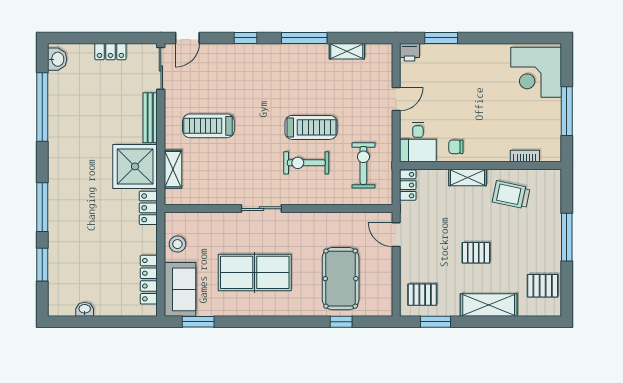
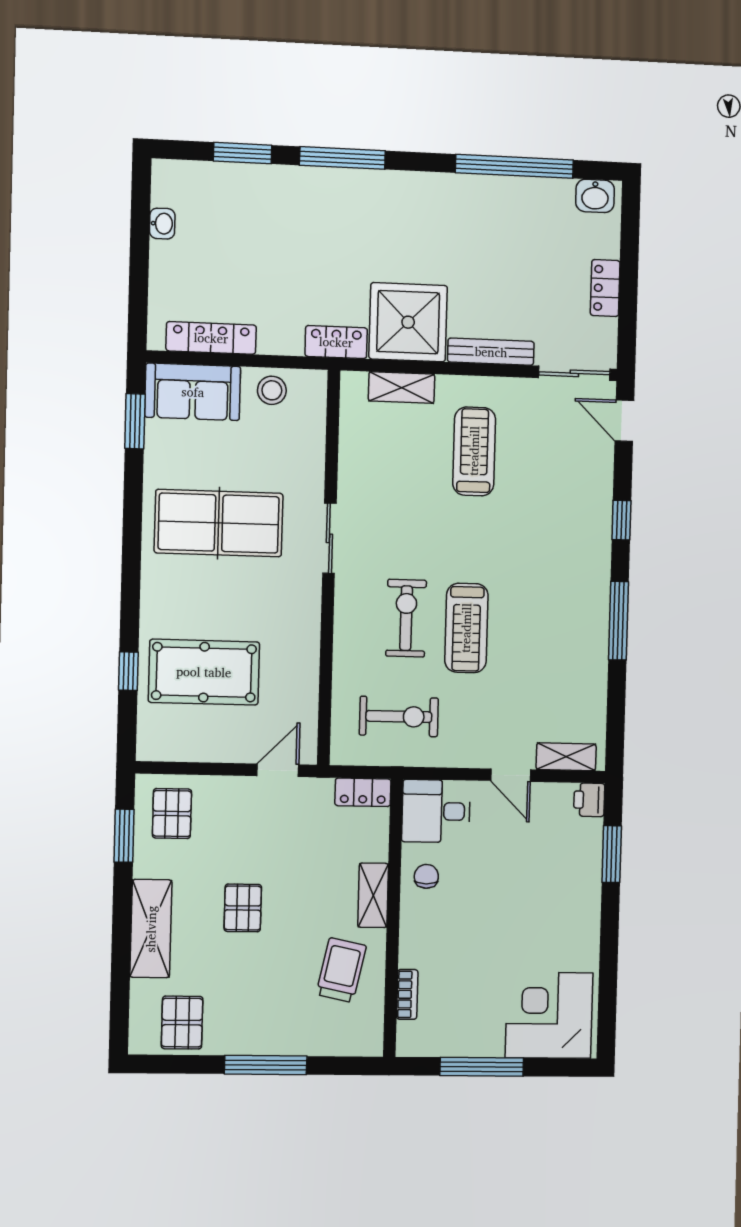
shelving: (347, 51) -> (566, 757), moved, turned 90
table tennis table: (255, 272) -> (219, 523), turned 90

